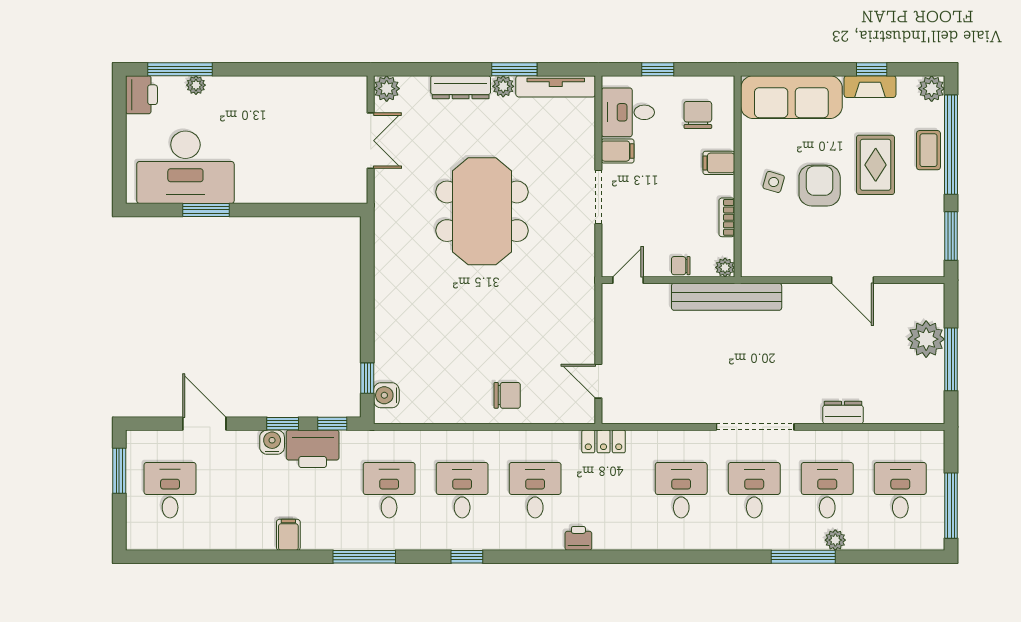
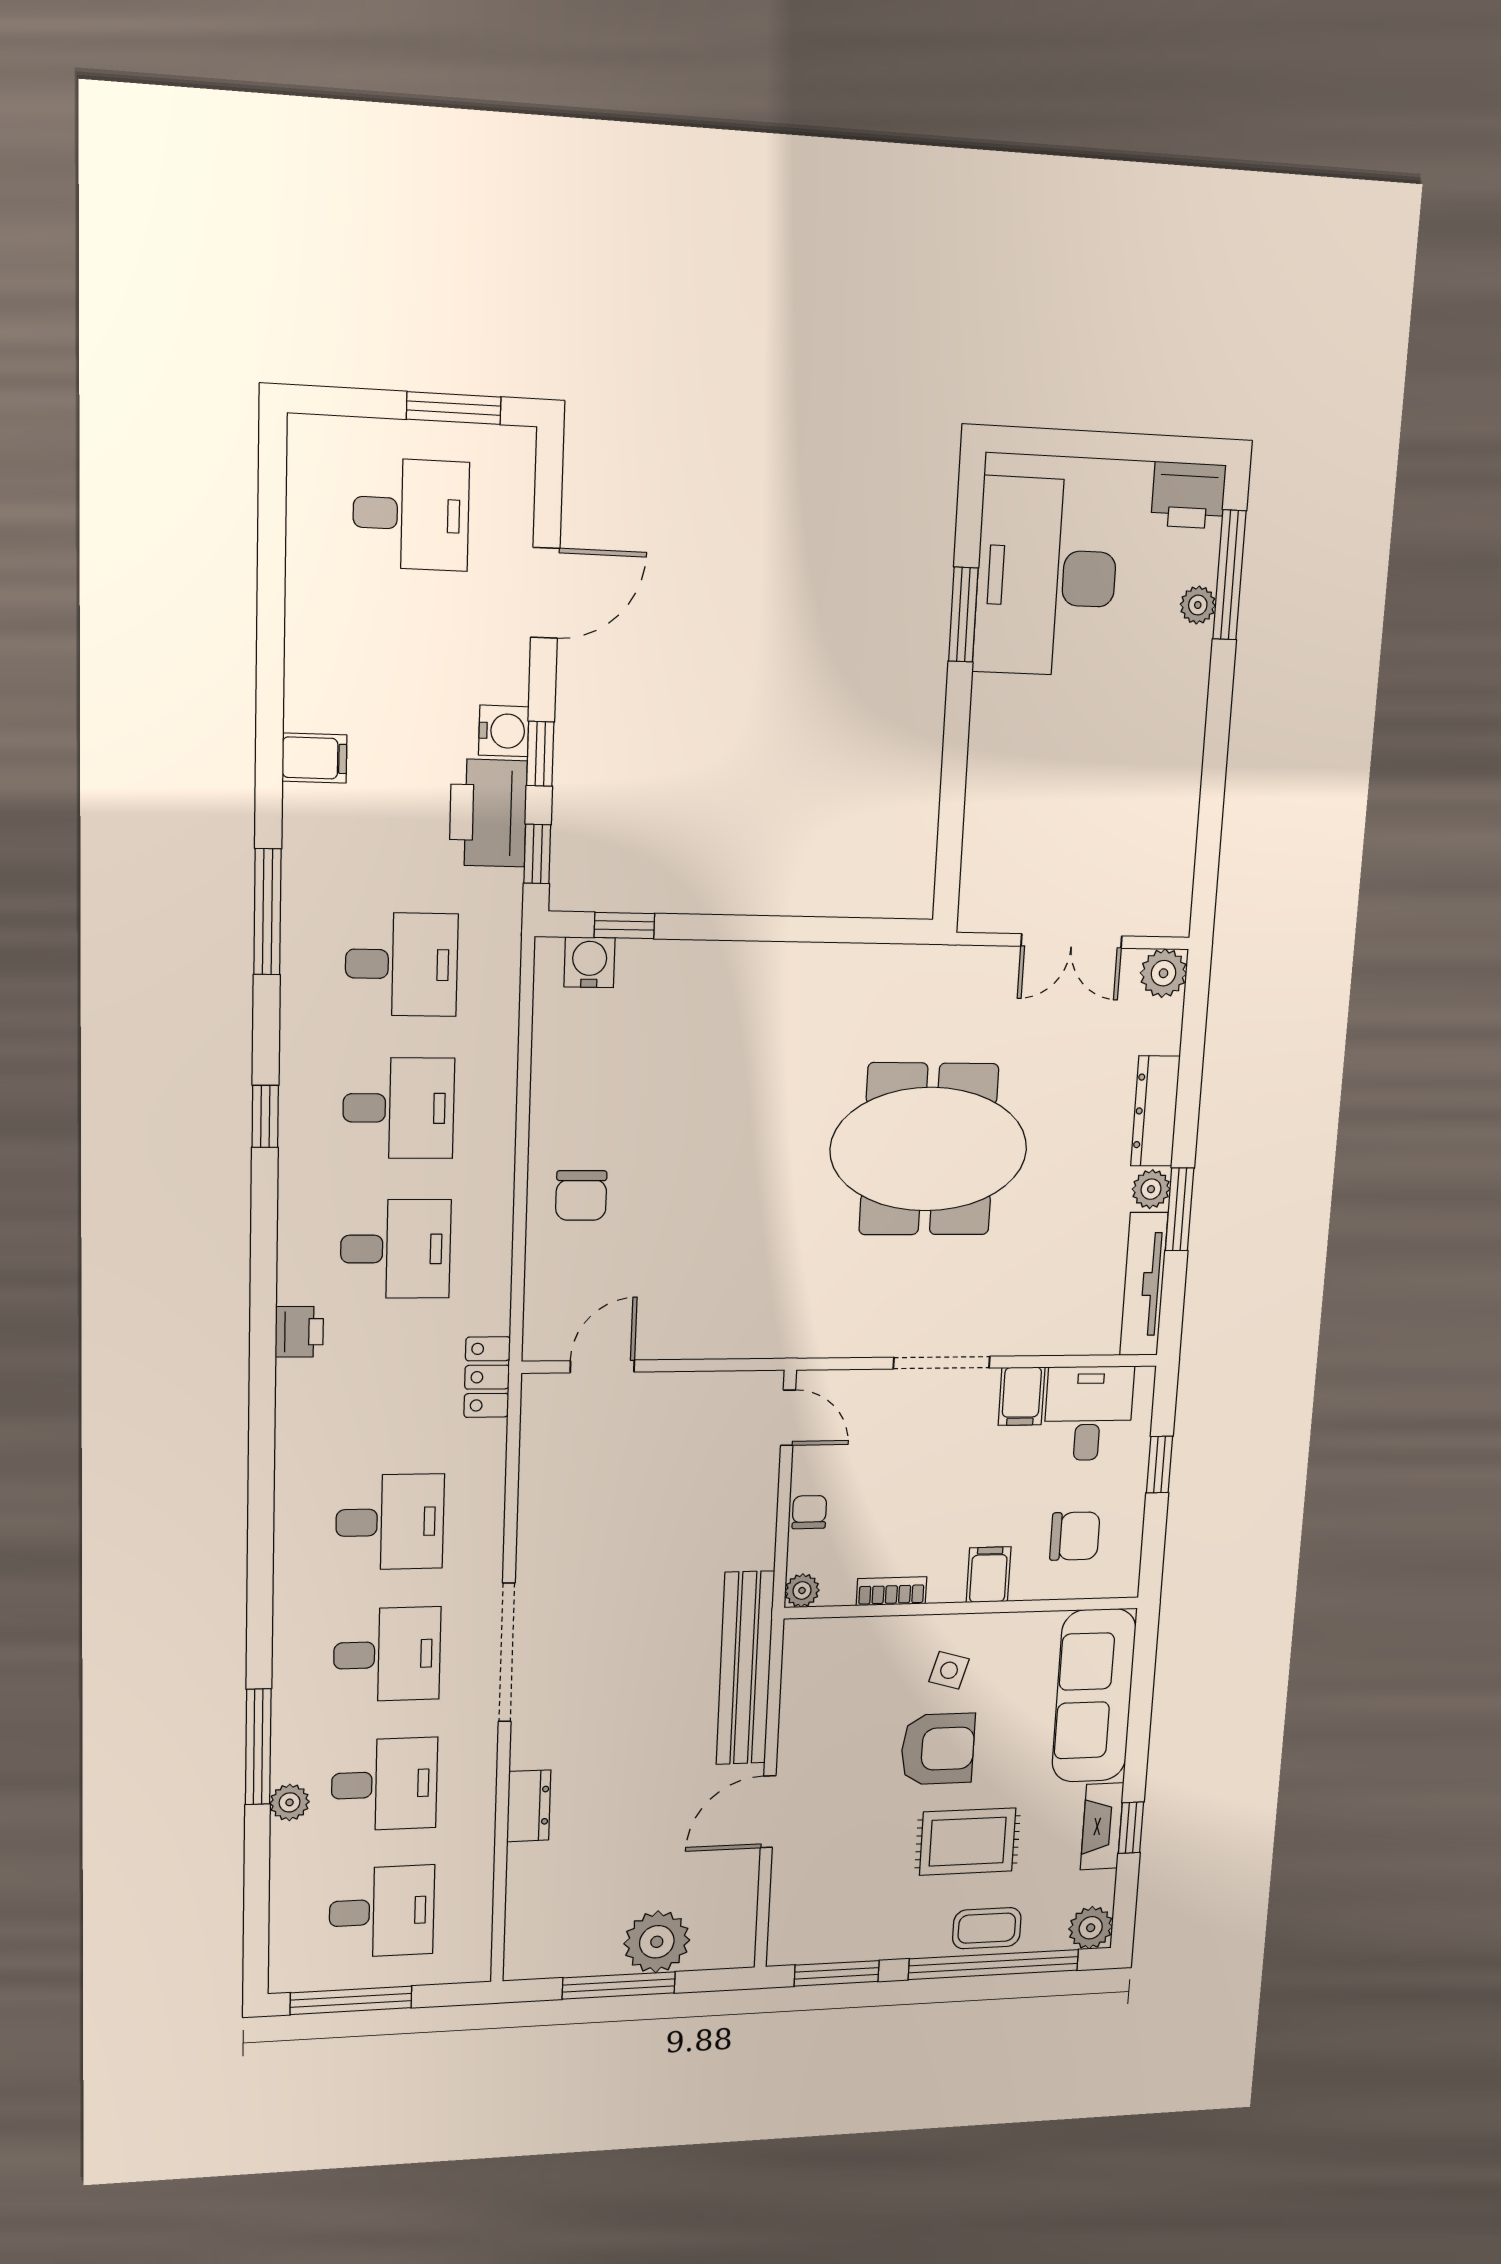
bench: (727, 297) -> (745, 1668), moved

